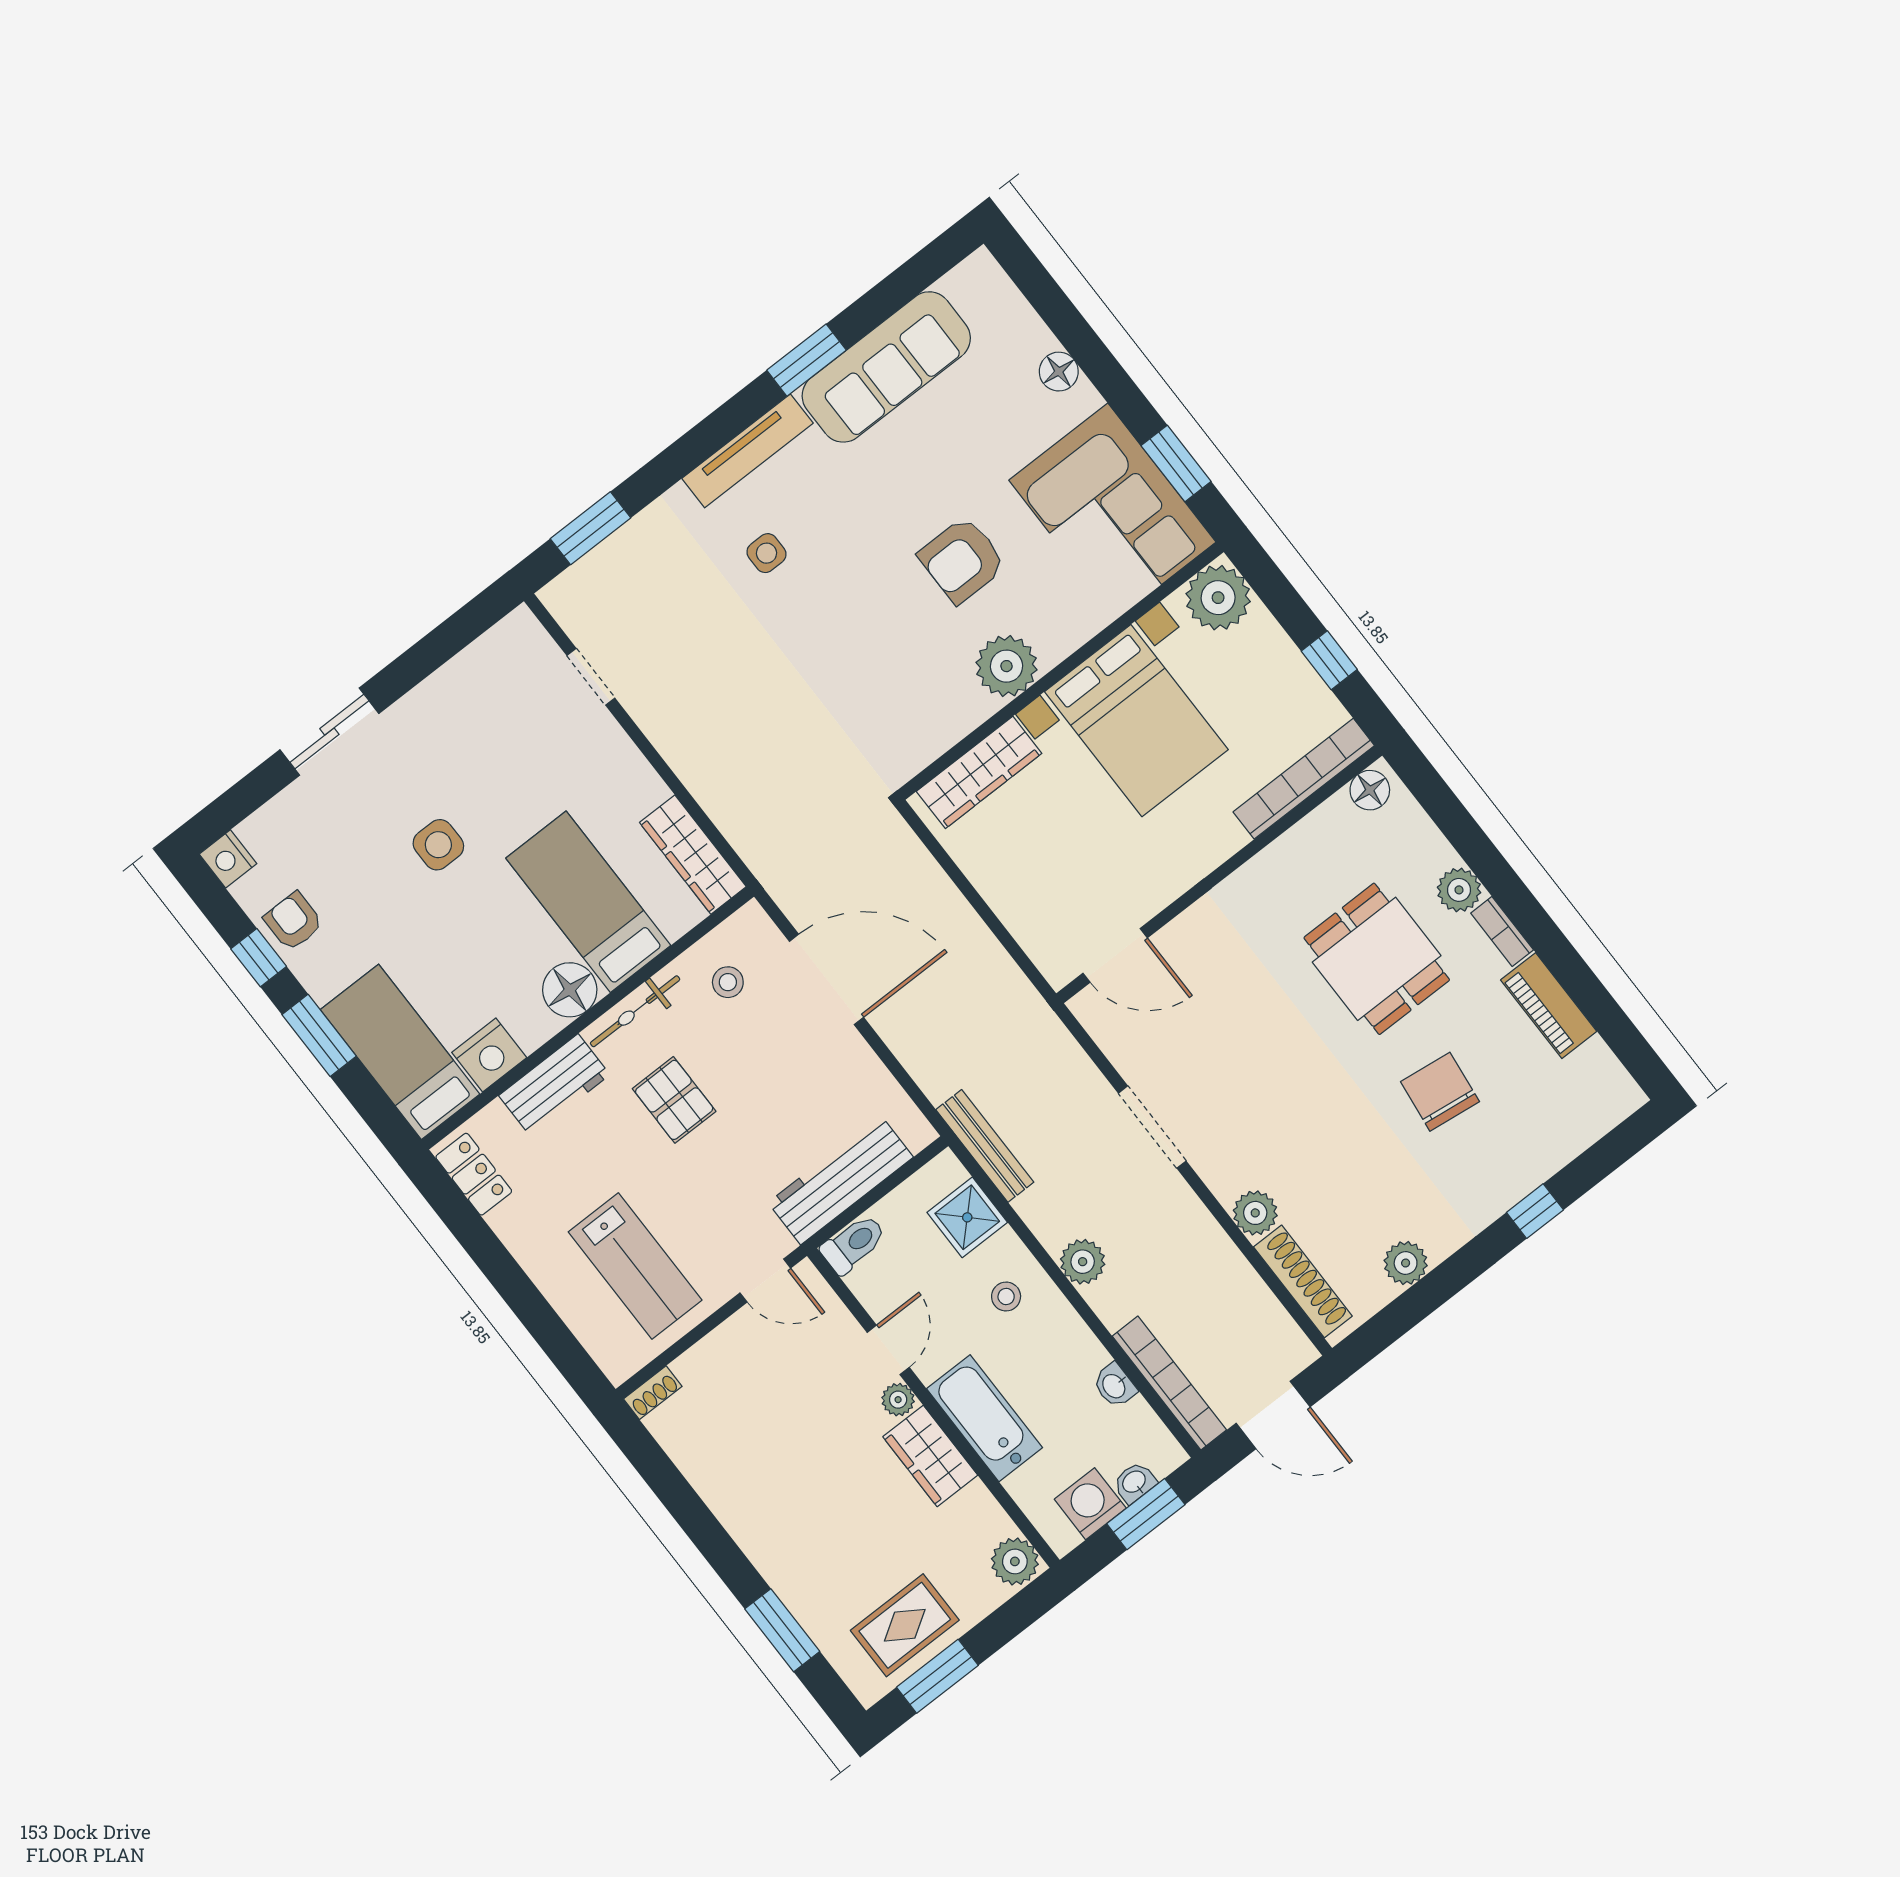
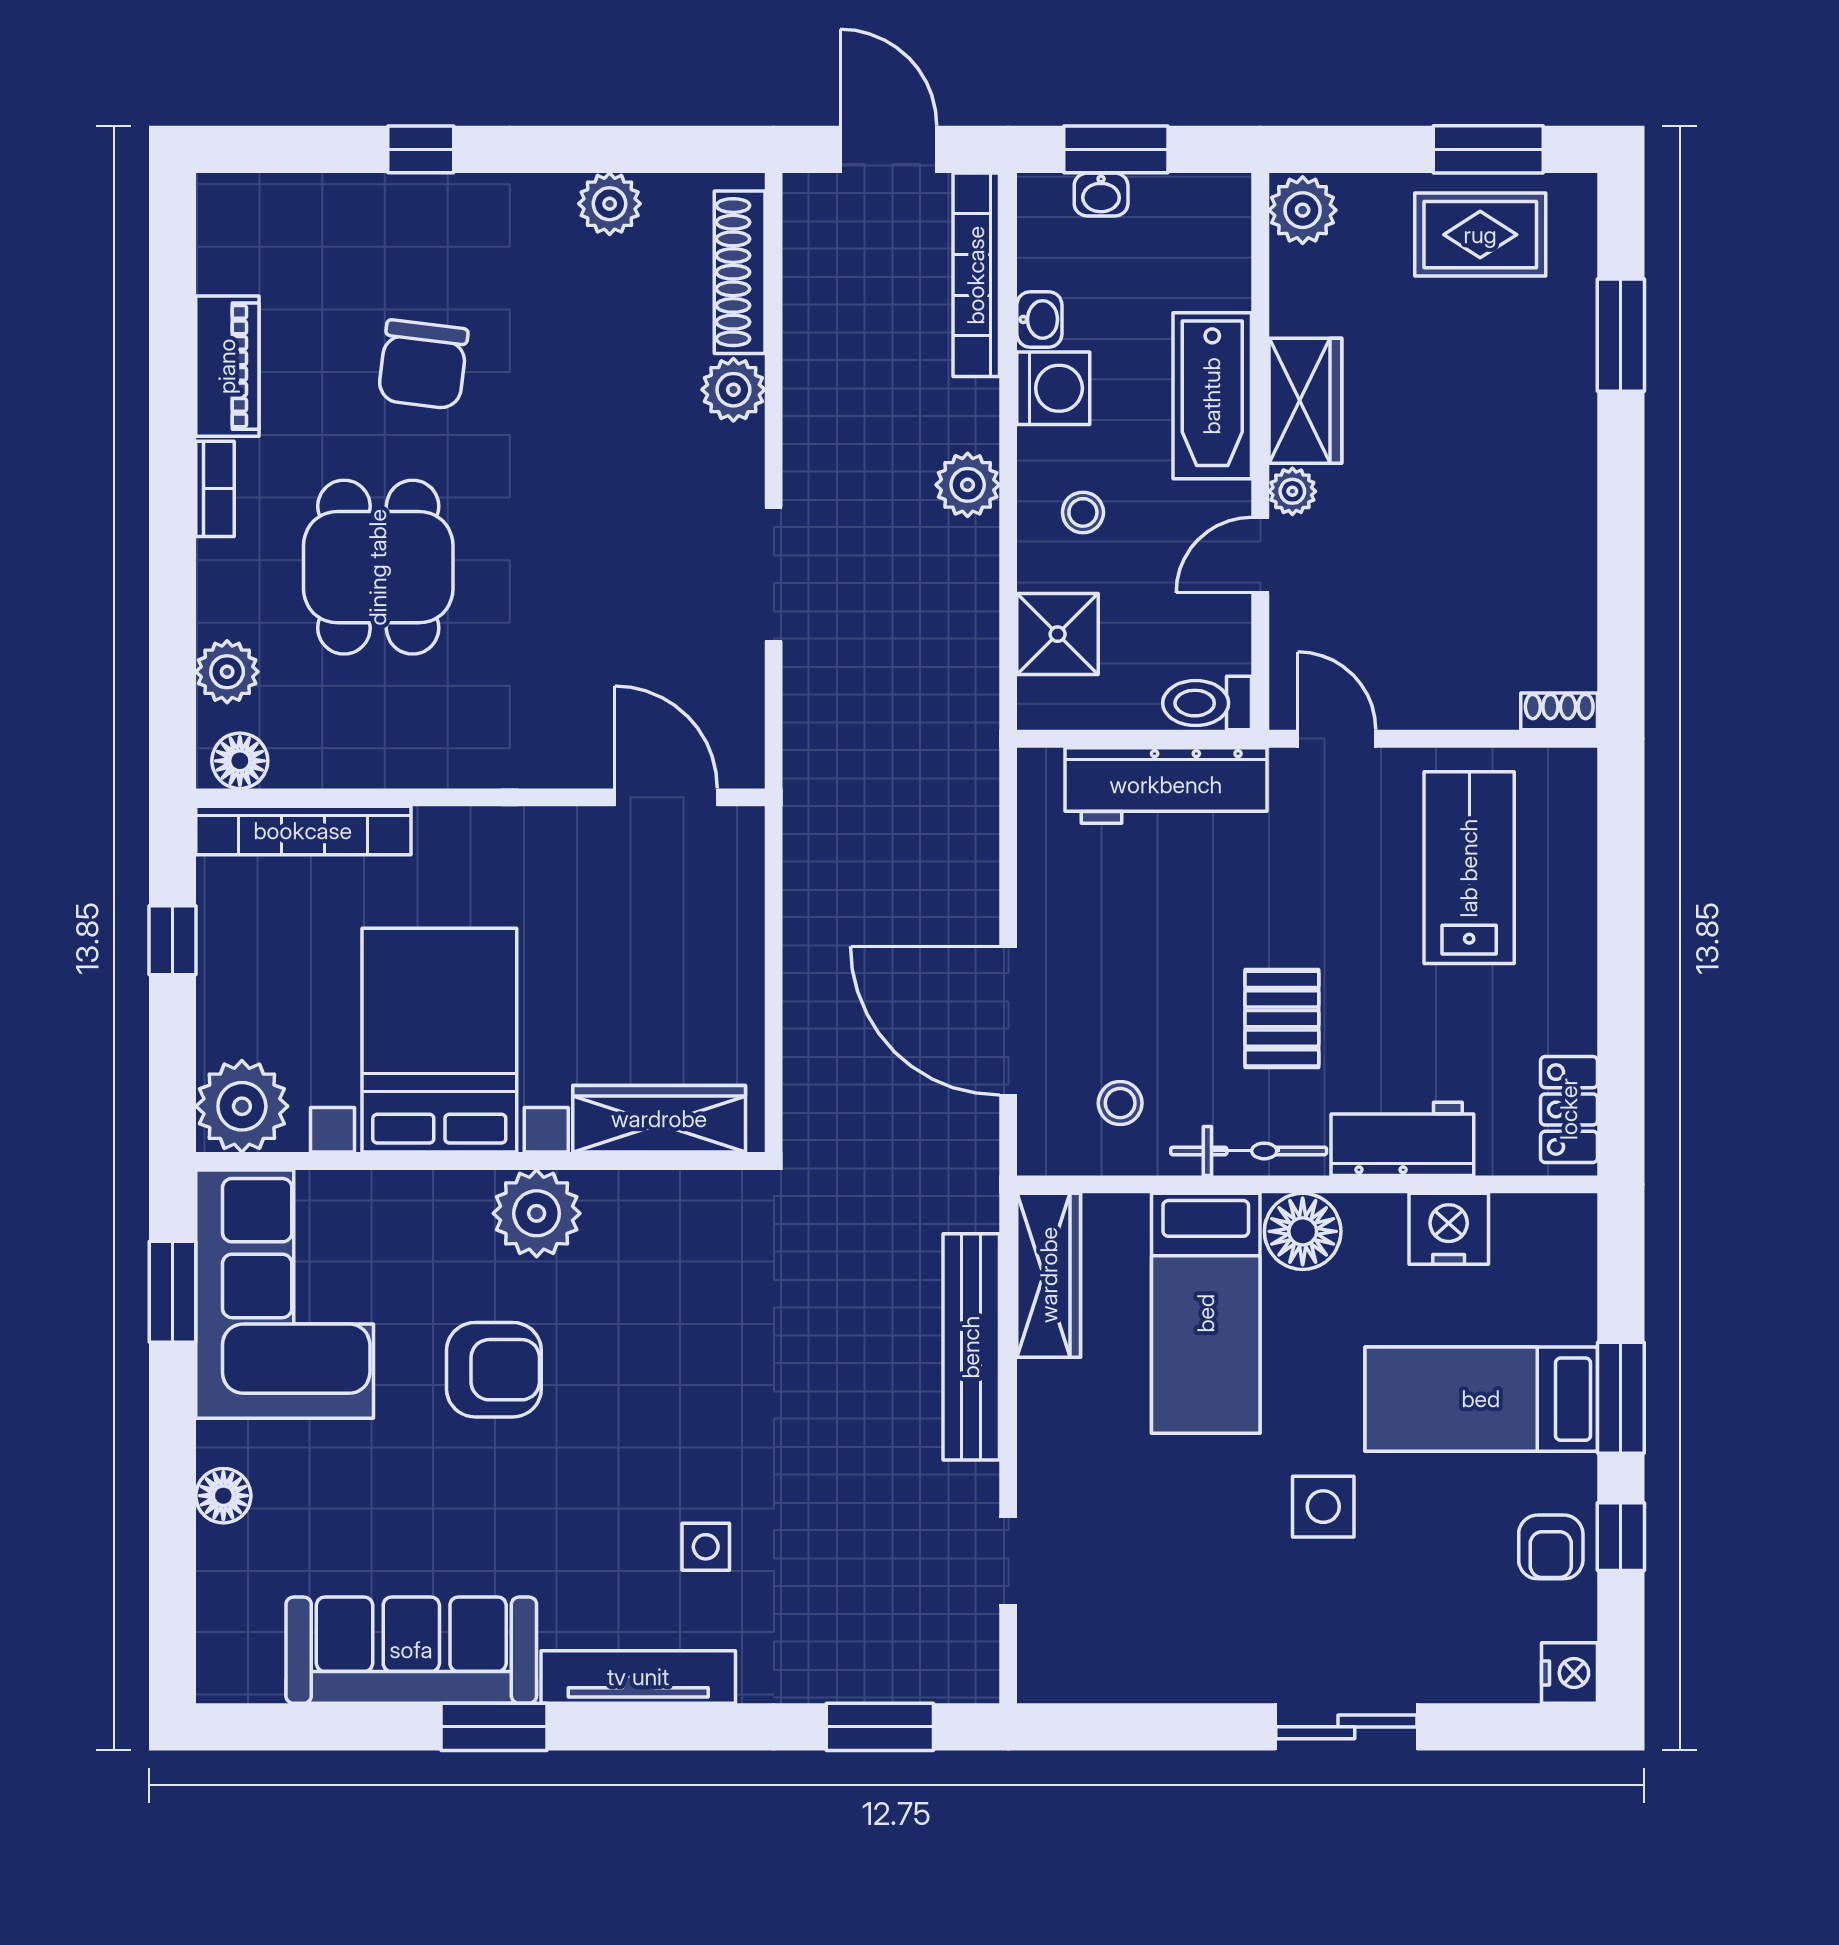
plant: (1459, 890) -> (227, 672), moved
bed: (400, 1052) -> (1481, 1399), moved, turned 90
bench: (985, 1146) -> (971, 1347), moved, width x1.37, depth x1.21
washing machine: (1090, 1504) -> (1053, 388), moved, turned -90

